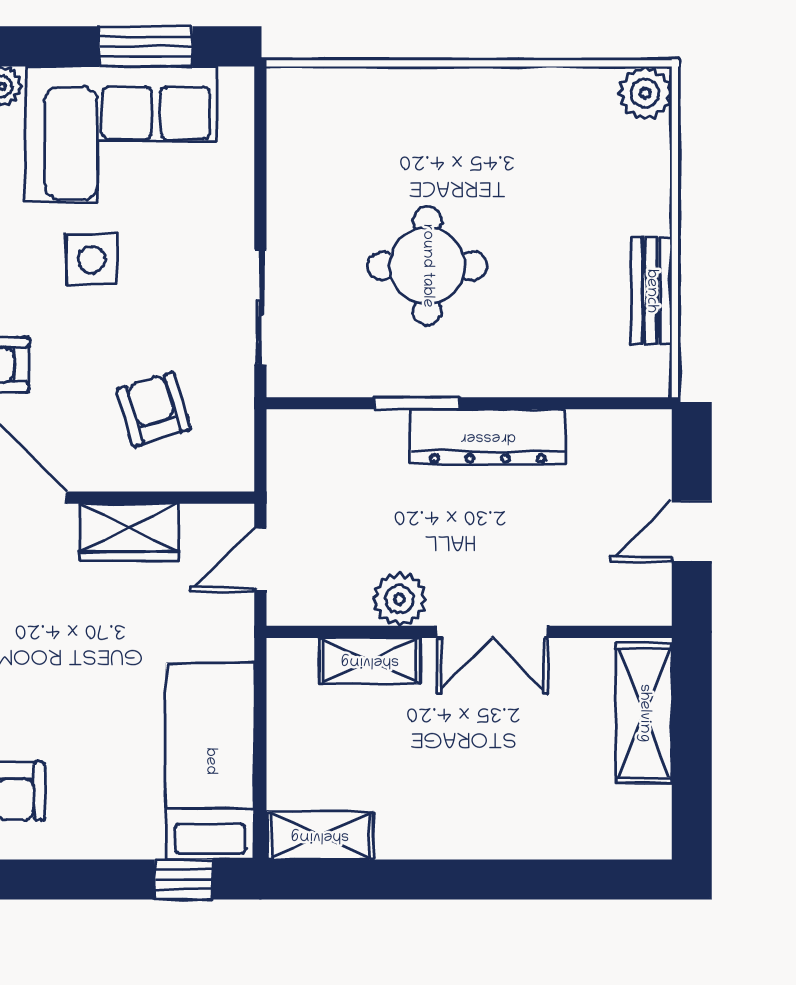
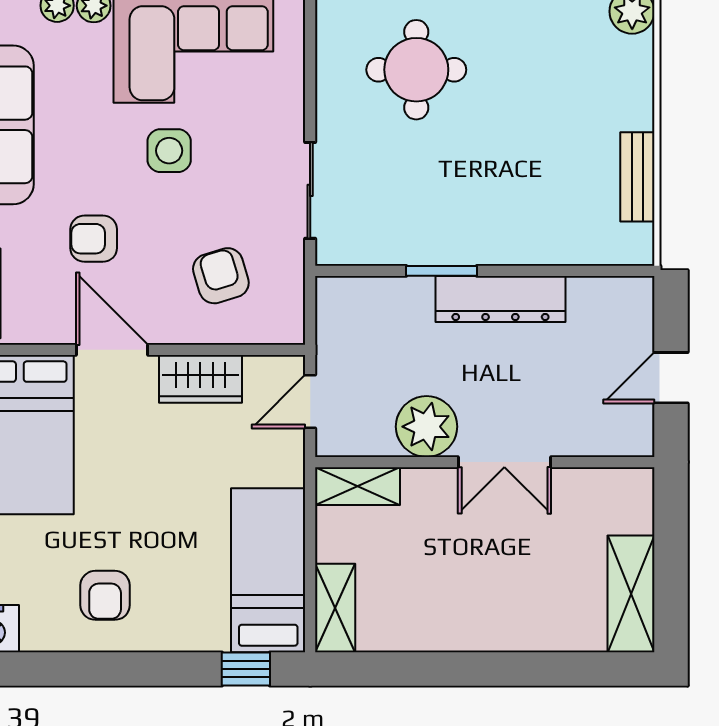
round table: (427, 266) -> (416, 70), moved
plant: (399, 599) -> (427, 427), width x1.36, depth x1.36
shelving: (370, 661) -> (358, 486), moved
shelving: (644, 713) -> (631, 594), moved
shelving: (320, 836) -> (335, 608), moved, turned 90

